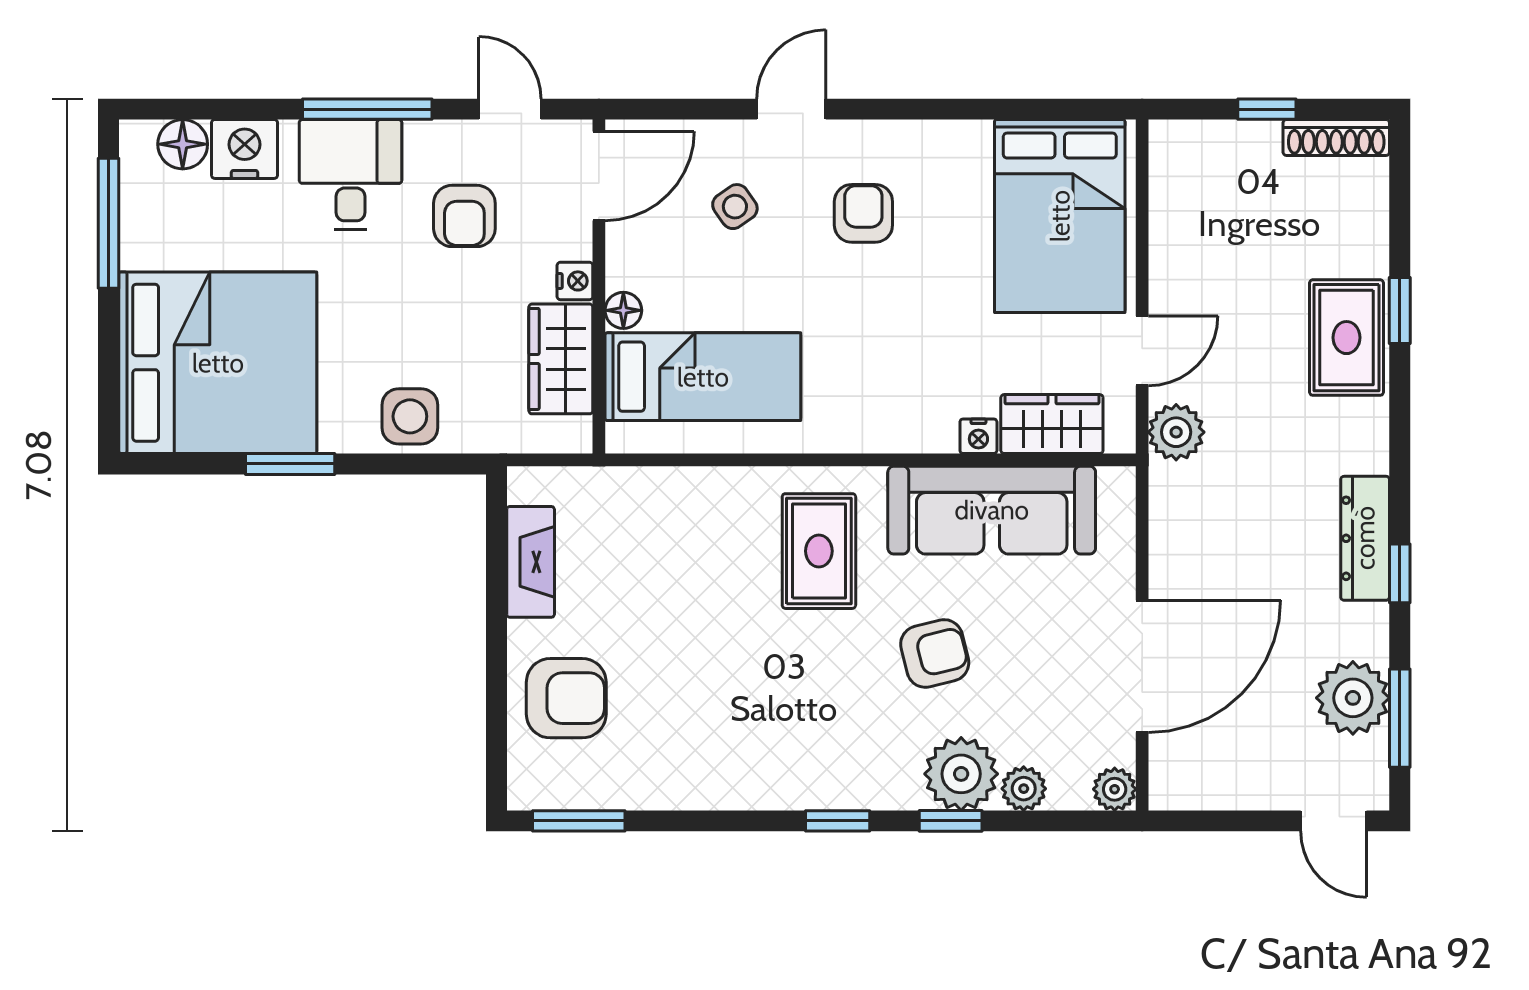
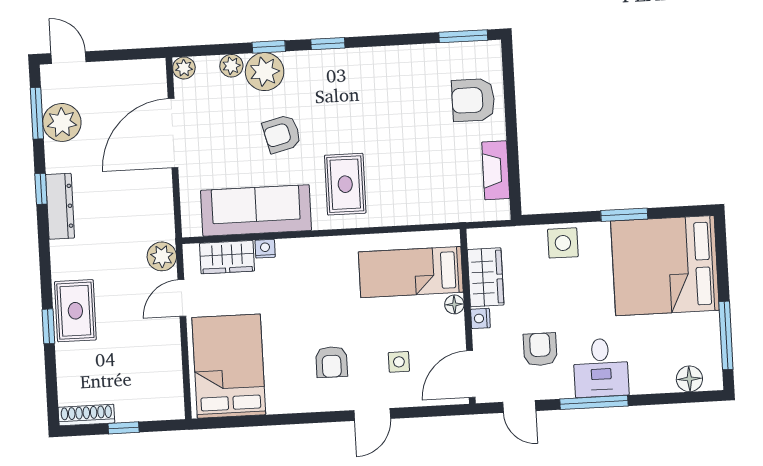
nightstand: (245, 149) -> (657, 378), removed
side table: (735, 207) -> (399, 362), turned 35

